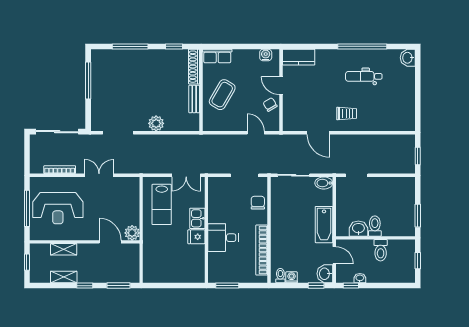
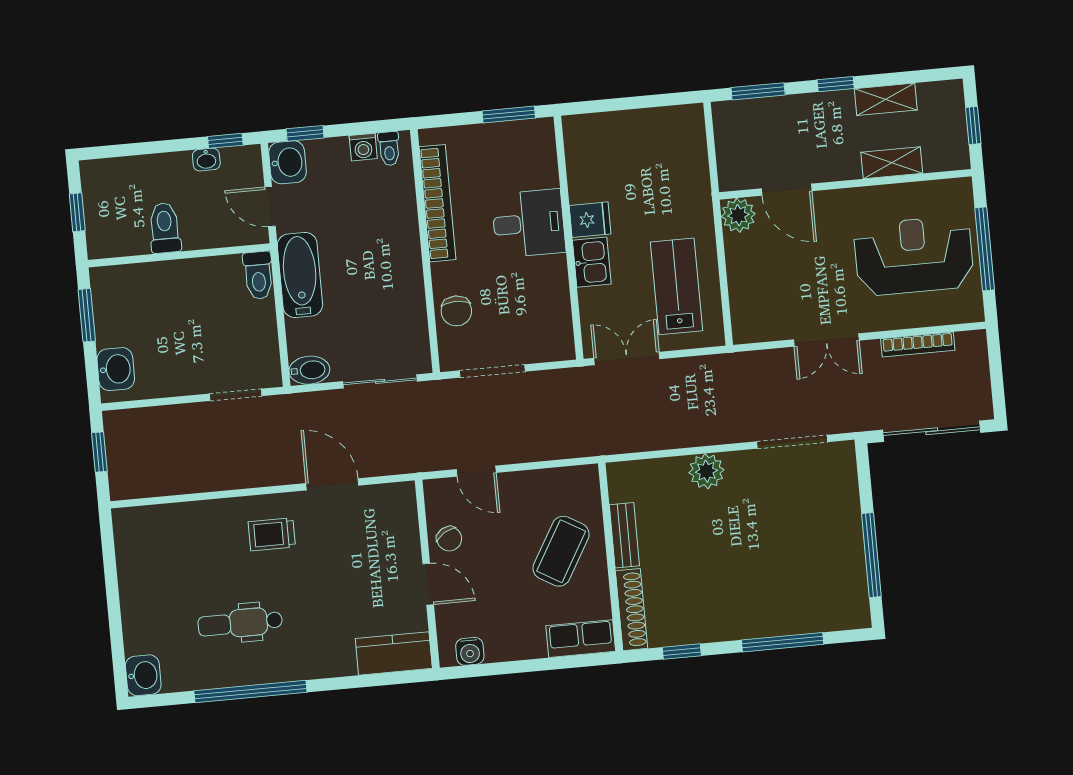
dental chair: (364, 76) -> (240, 623), turned 180
toilet: (375, 226) -> (258, 275), moved
washbasin: (358, 229) -> (116, 369), moved, turned -90

